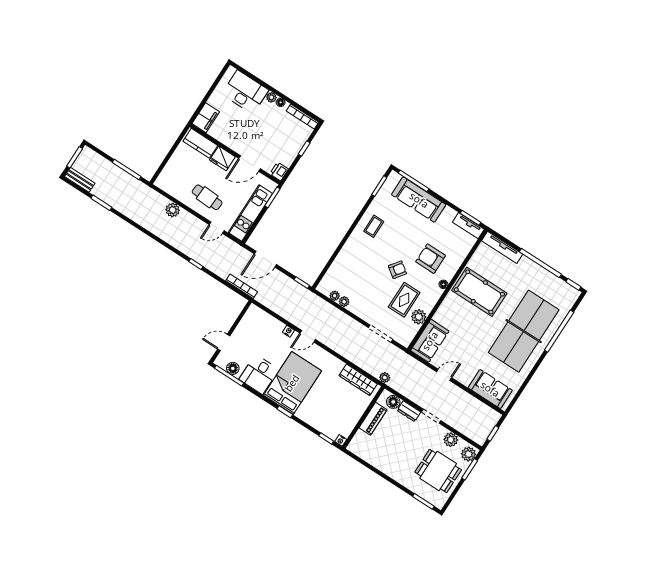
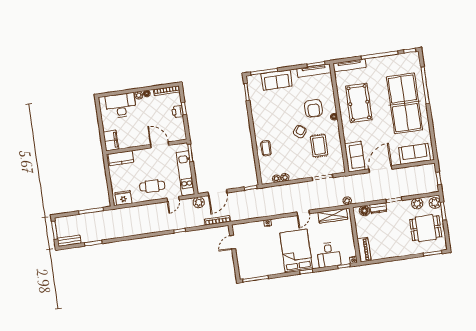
fridge: (222, 158) -> (123, 198), moved, turned 180
door: (250, 163) -> (160, 145), swing flipped
printer: (279, 171) -> (178, 112), moved
sofa: (419, 200) -> (277, 80), width x0.73
plant: (173, 210) -> (199, 202), moved
coffee table: (374, 226) -> (266, 148), moved
tv unit: (468, 226) -> (314, 71), width x1.41
armchair: (431, 259) -> (313, 108), turned -90
pool table: (479, 292) -> (359, 103), turned 90
plant: (419, 317) -> (336, 148), removed
door: (308, 336) -> (303, 213), moved
door: (224, 342) -> (233, 242), moved
floor lamp: (233, 368) -> (254, 273), removed
desk: (259, 374) -> (329, 255), moved
door: (444, 375) -> (380, 169), width x1.88
piano: (373, 419) -> (364, 250), moved

